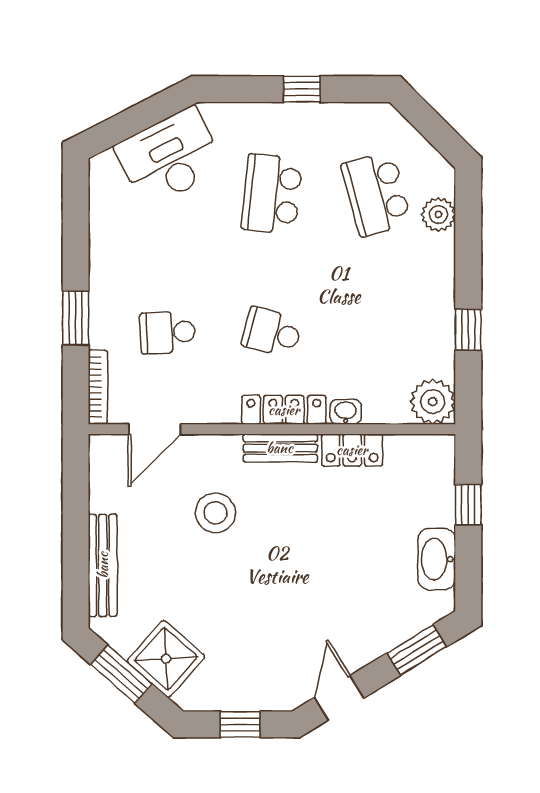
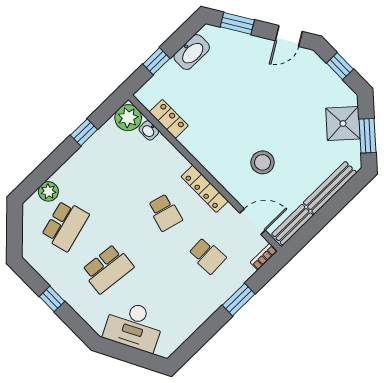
bookcase: (98, 387) -> (264, 257), width x0.64
locker: (284, 410) -> (205, 189), moved
washbasin: (346, 412) -> (149, 130), moved
bench: (280, 448) -> (292, 225), moved, turned 90
locker: (352, 450) -> (169, 119), moved

